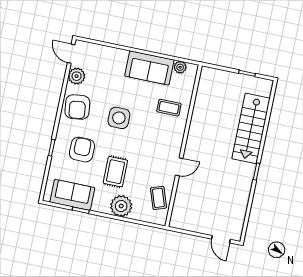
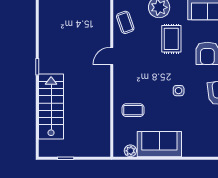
side table: (119, 118) -> (179, 91), width x0.54, depth x0.54

